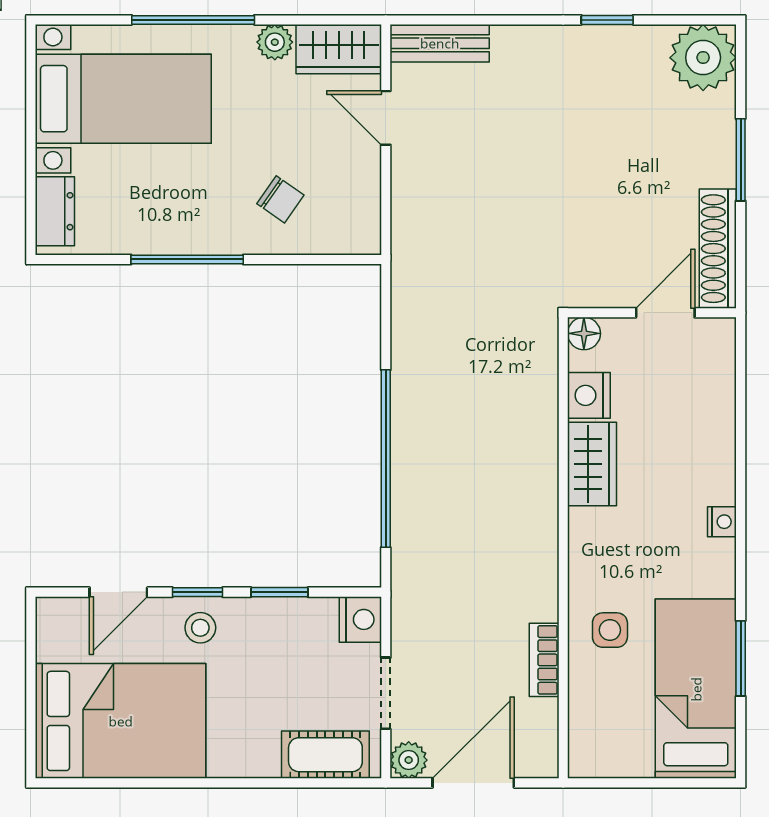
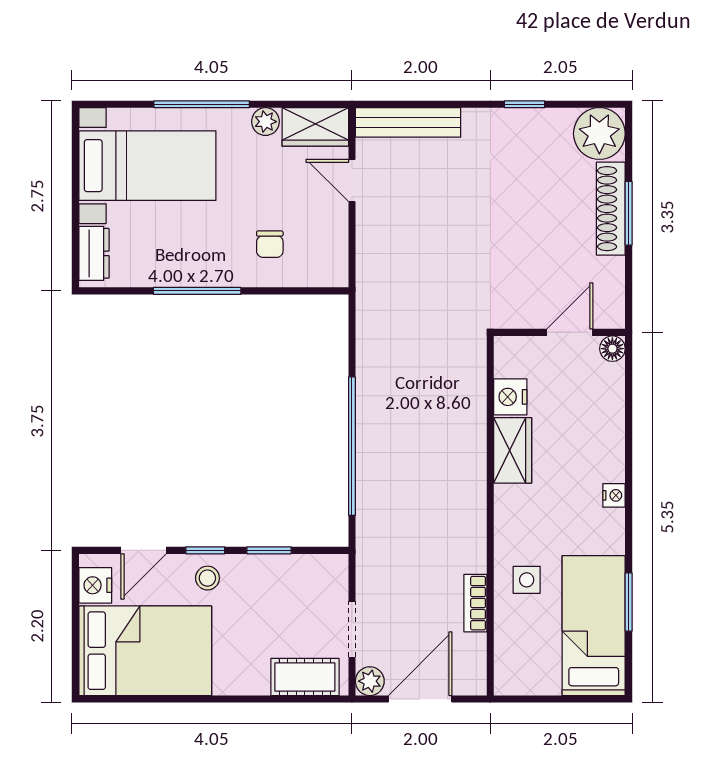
bench: (440, 43) -> (408, 122), width x1.36
chair: (280, 199) -> (270, 244), turned 55
shoe rack: (718, 249) -> (611, 209), moved
floor lamp: (584, 333) -> (612, 349), moved
nightstand: (360, 619) -> (95, 585), moved, turned 180

